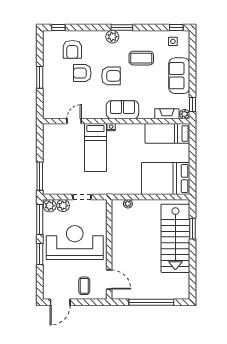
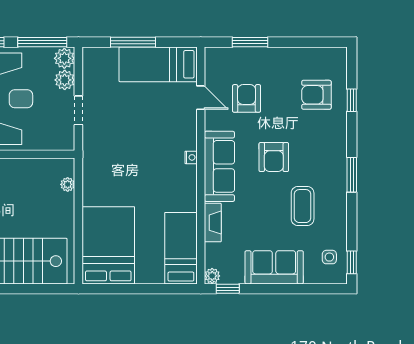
window: (58, 27) -> (352, 100), moved
plant: (112, 37) -> (337, 159), removed
armchair: (82, 73) -> (247, 98), moved
window: (40, 77) -> (250, 42), moved
sofa: (122, 110) -> (219, 166), width x1.36
fireplace: (167, 114) -> (213, 223), moved
bed: (95, 148) -> (158, 64), moved
window: (40, 176) -> (133, 42), moved
window: (193, 229) -> (27, 289), removed

